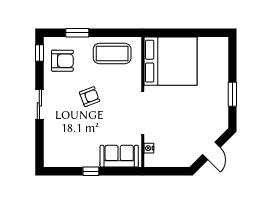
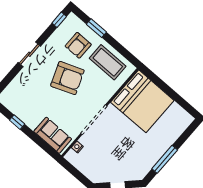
armchair: (62, 61) -> (78, 45), moved, turned 90
window: (232, 94) -> (165, 159), width x1.44
armchair: (90, 97) -> (67, 78), width x1.88, depth x1.88
window: (91, 171) -> (17, 122), moved

